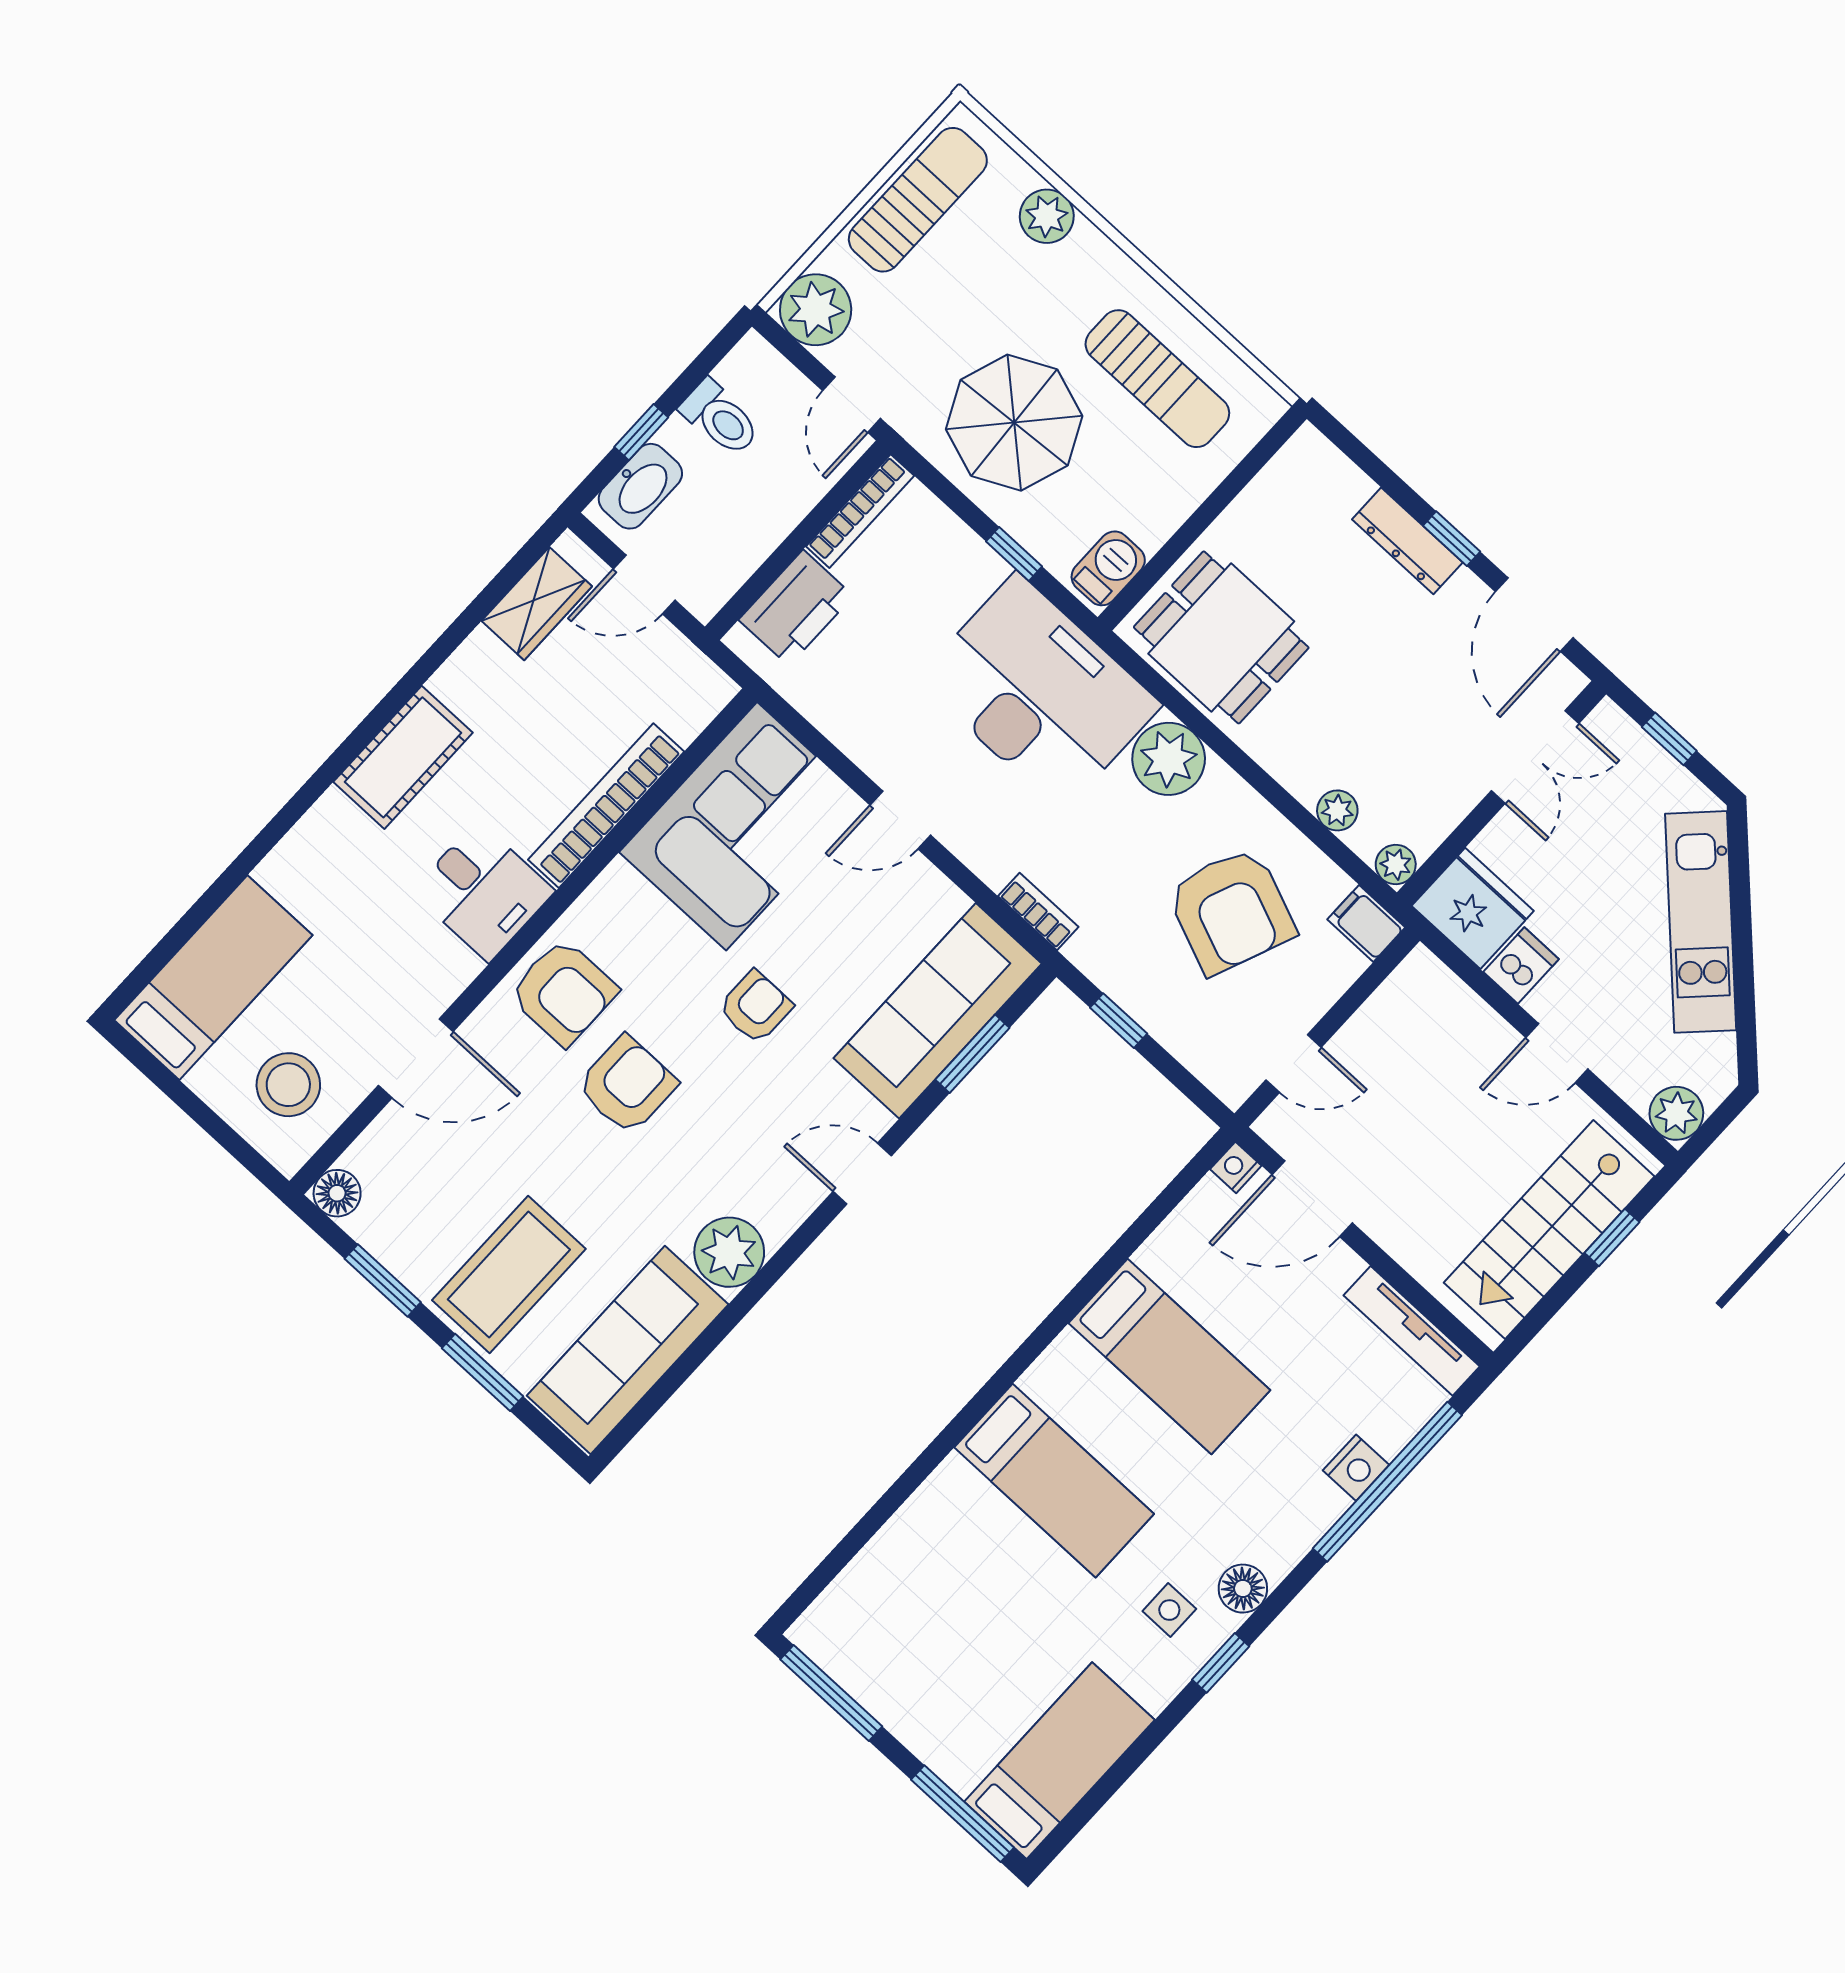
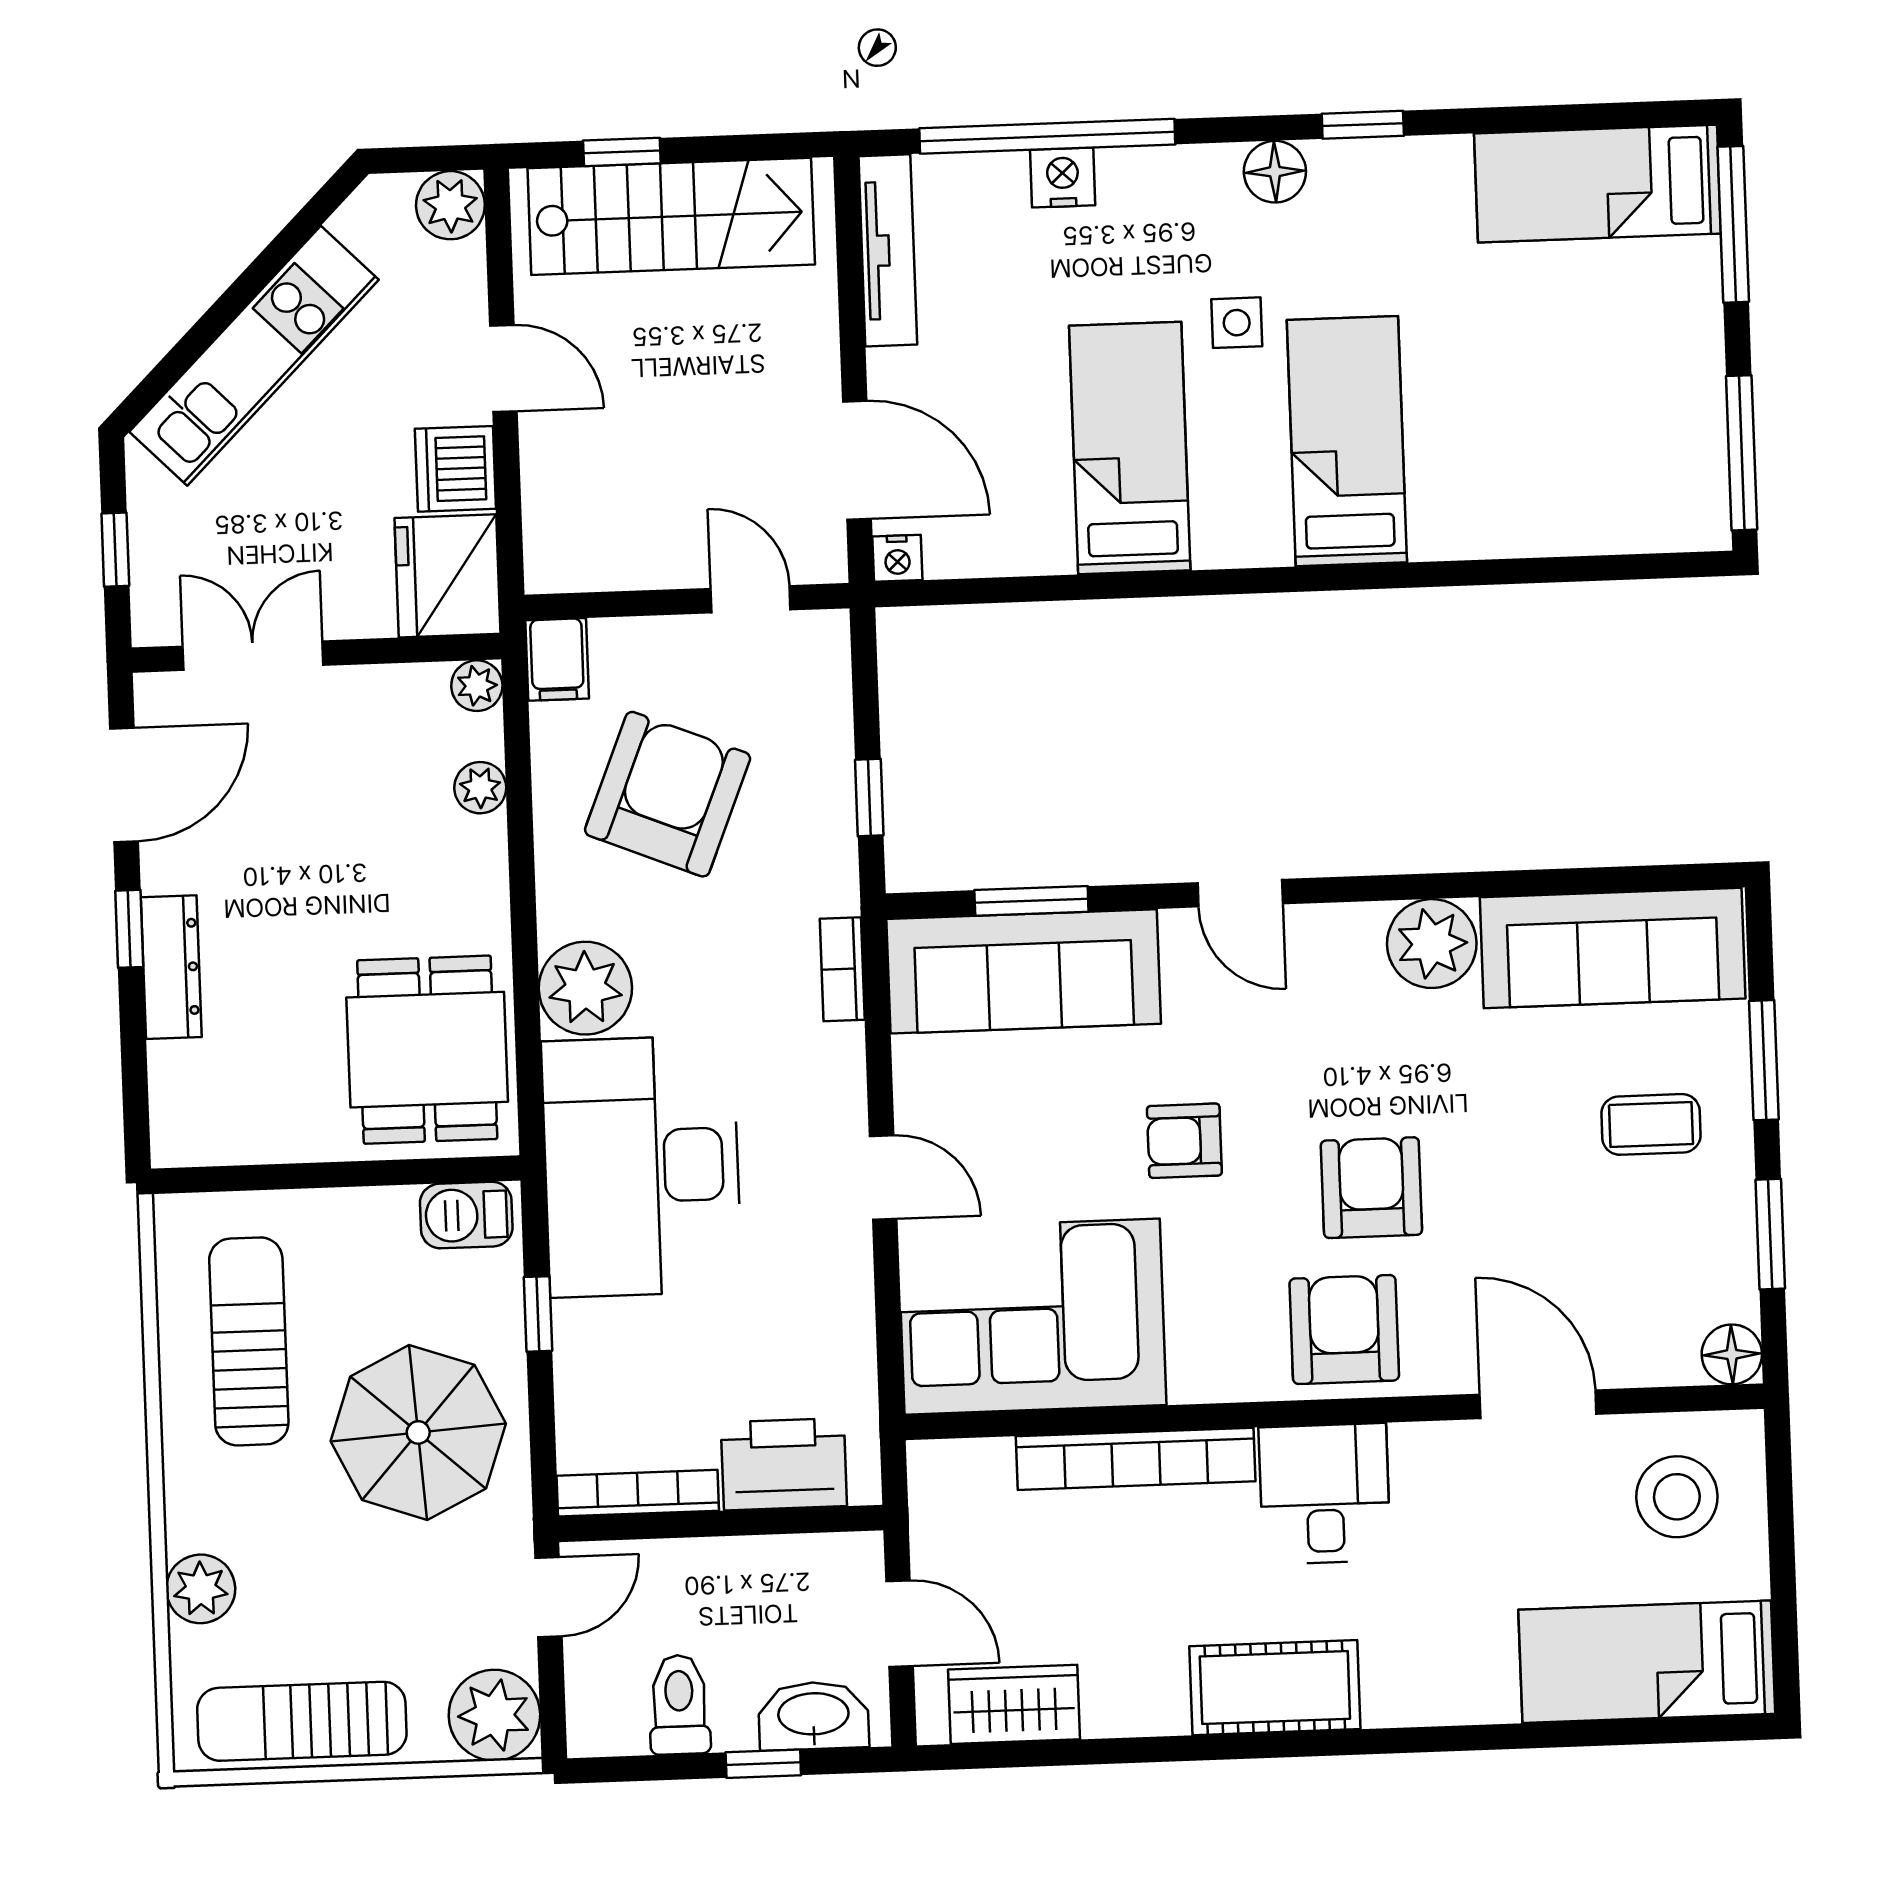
dishwasher: (1521, 966) -> (455, 469), width x1.38
armchair: (627, 1085) -> (1371, 1188), turned 90
coffee table: (509, 1274) -> (1651, 1124), width x0.54, depth x0.58
side table: (1169, 1610) -> (1237, 323), moved

